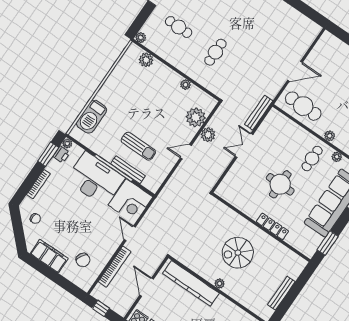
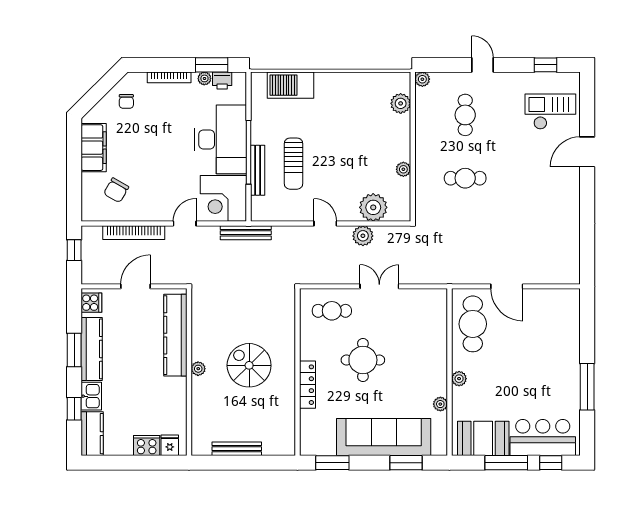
bench: (259, 113) -> (246, 233), moved
plant: (67, 143) -> (204, 78), moved
cafe table: (312, 158) -> (332, 311), moved

